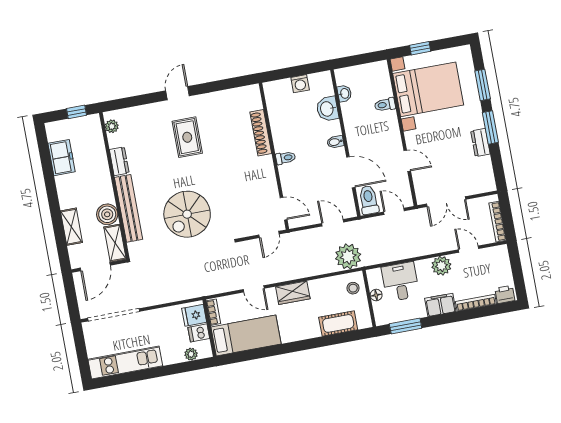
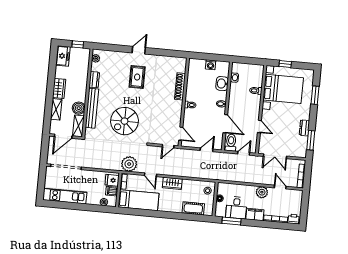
window: (490, 127) -> (311, 140), moved
freezer: (62, 158) -> (63, 56), moved
wardrobe: (67, 192) -> (59, 88), added
door: (394, 211) -> (244, 153), hinge flipped
door: (333, 223) -> (207, 150), hinge flipped
plant: (348, 256) -> (129, 164), moved
desk: (400, 282) -> (236, 208), moved, turned 180

